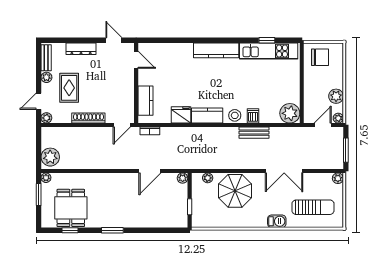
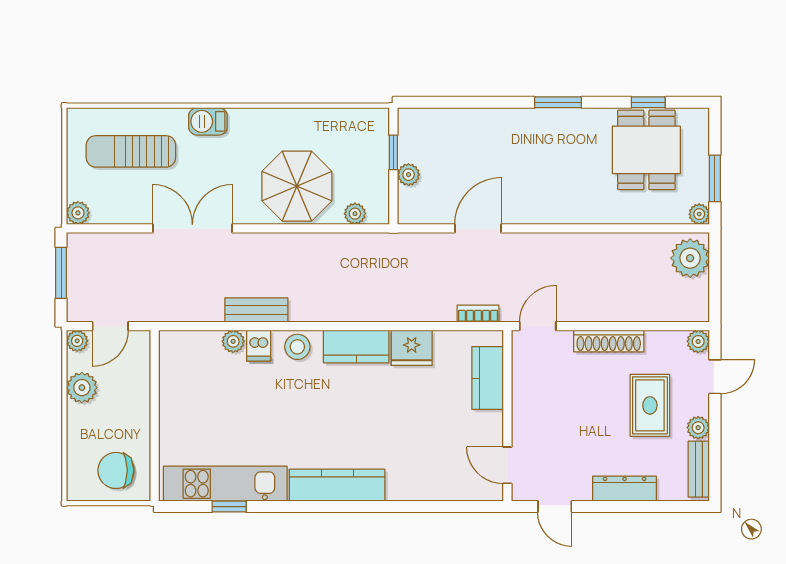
plant: (290, 113) -> (233, 341), moved, width x0.53, depth x0.53
plant: (183, 178) -> (409, 175), moved

